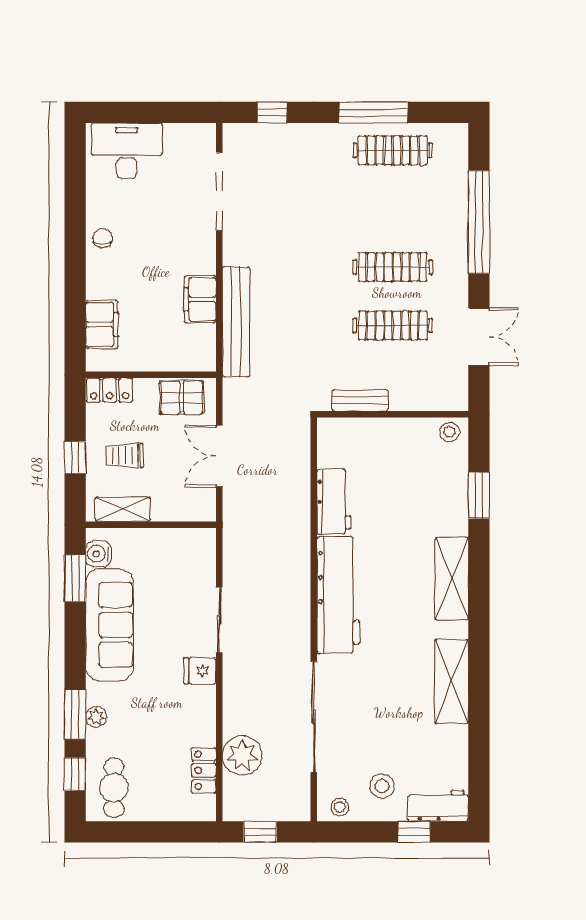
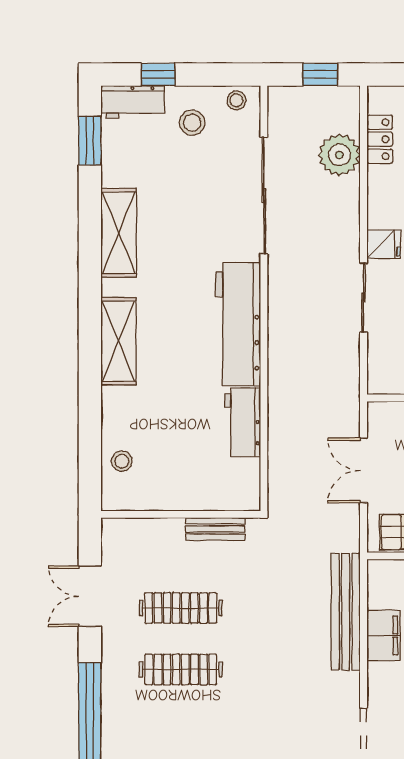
stool: (450, 432) -> (122, 461), moved
double door: (219, 456) -> (364, 470), swing flipped
window: (479, 495) -> (90, 141), moved

